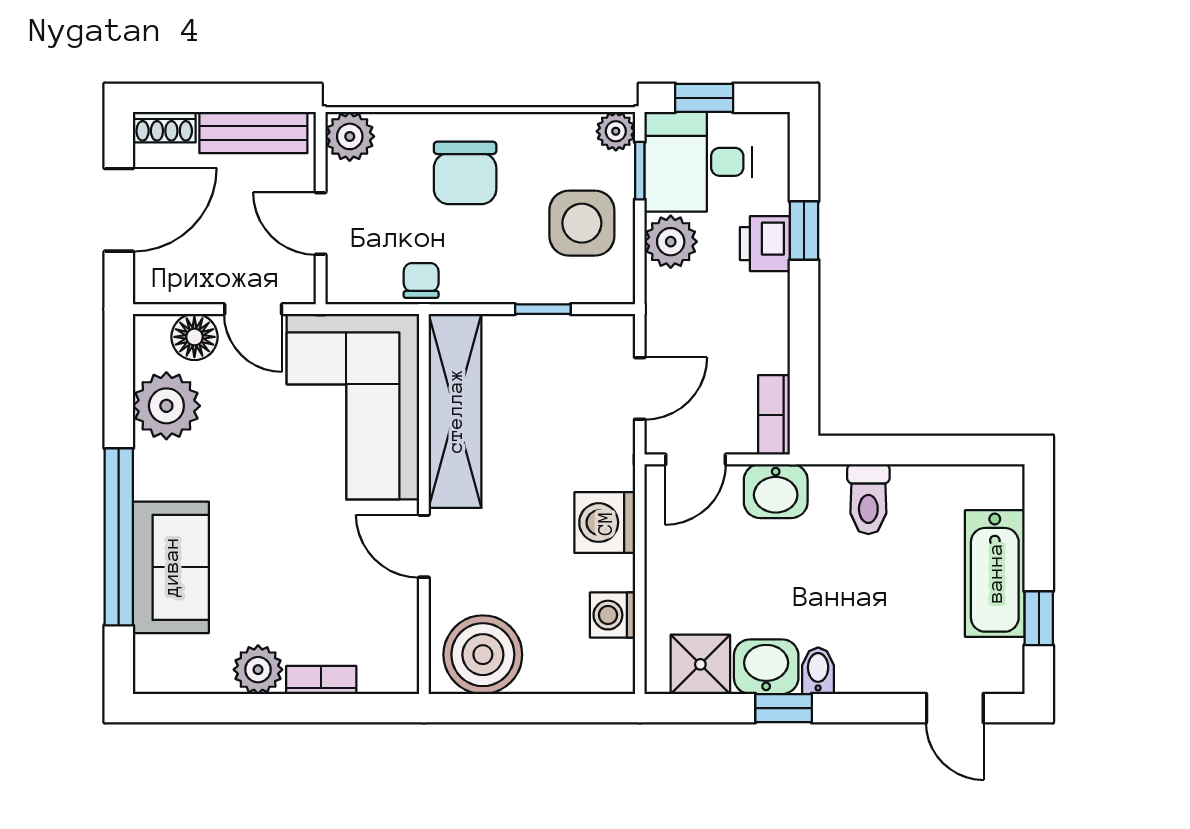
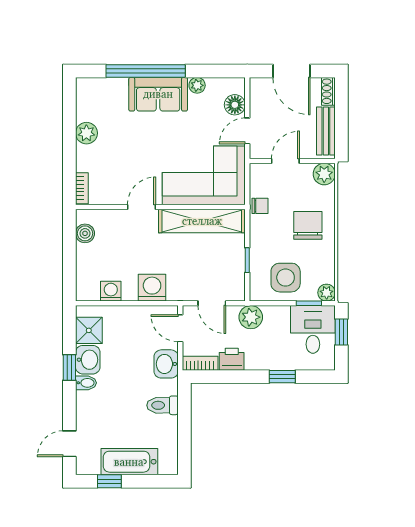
chair: (465, 173) -> (308, 225), turned 90
plant: (671, 242) -> (251, 317), moved
printer: (765, 244) -> (232, 359), moved
plant: (166, 406) -> (197, 85), width x0.53, depth x0.53
sofa: (171, 567) -> (158, 94), moved
boiler: (483, 655) -> (85, 233), width x0.54, depth x0.54
bookcase: (321, 680) -> (82, 188), moved

